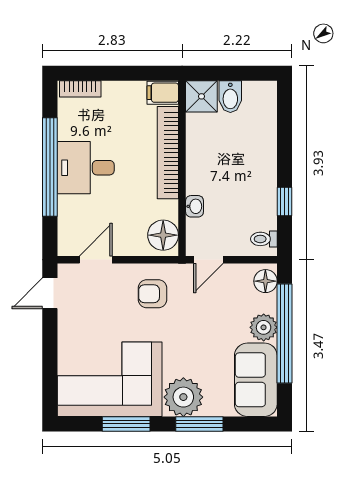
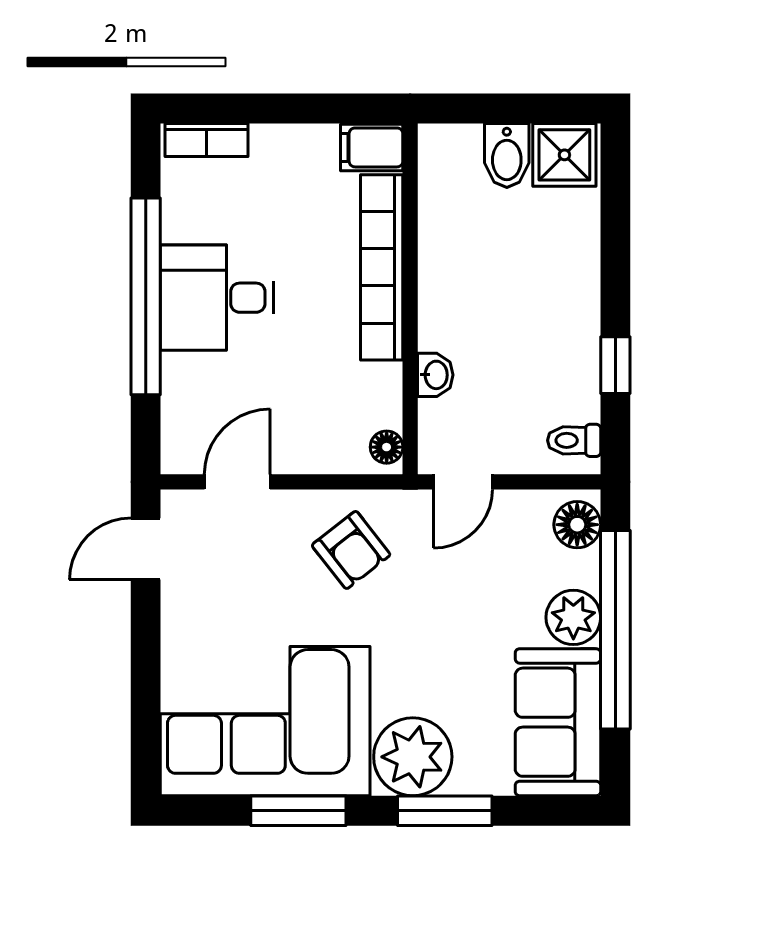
shower: (201, 96) -> (564, 155), moved
floor lamp: (163, 235) -> (387, 447), width x0.53, depth x0.53
armchair: (153, 294) -> (351, 550), turned -128

